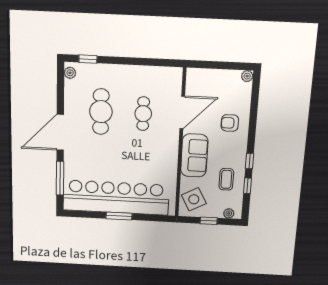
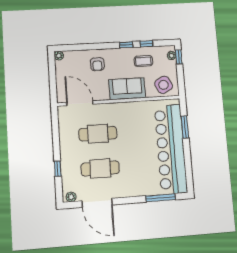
window: (88, 59) -> (58, 169), moved
door: (182, 112) -> (80, 103), moved
cafe table: (143, 114) -> (98, 134), width x1.37, depth x1.35
door: (60, 132) -> (97, 203), moved
window: (119, 216) -> (185, 127), moved
window: (209, 221) -> (179, 57), moved

